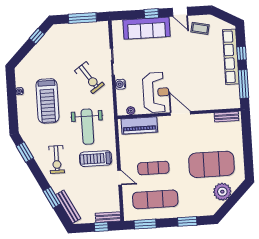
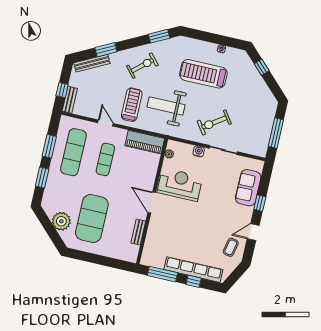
sofa: (146, 28) -> (248, 188), width x0.73
window: (37, 36) -> (262, 67), moved
reception desk: (156, 92) -> (180, 185), turned 180
door: (180, 113) -> (152, 203), swing flipped
bench: (226, 117) -> (138, 232), moved
piano: (139, 125) -> (145, 142), moved, turned -90
exercise bike: (57, 160) -> (142, 66), turned 139
door: (120, 178) -> (106, 123), swing flipped
window: (145, 224) -> (49, 146), moved

